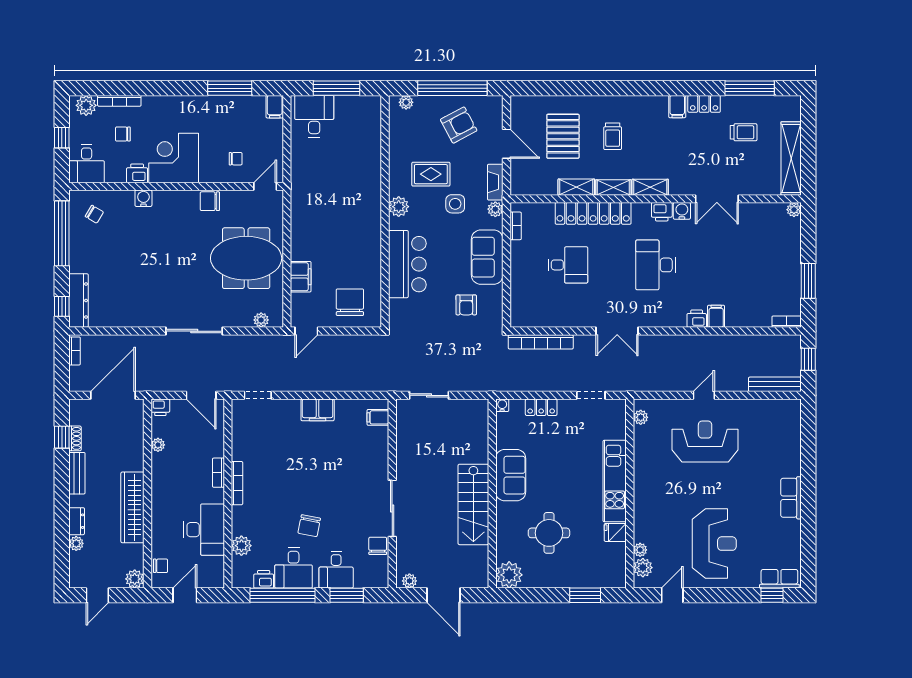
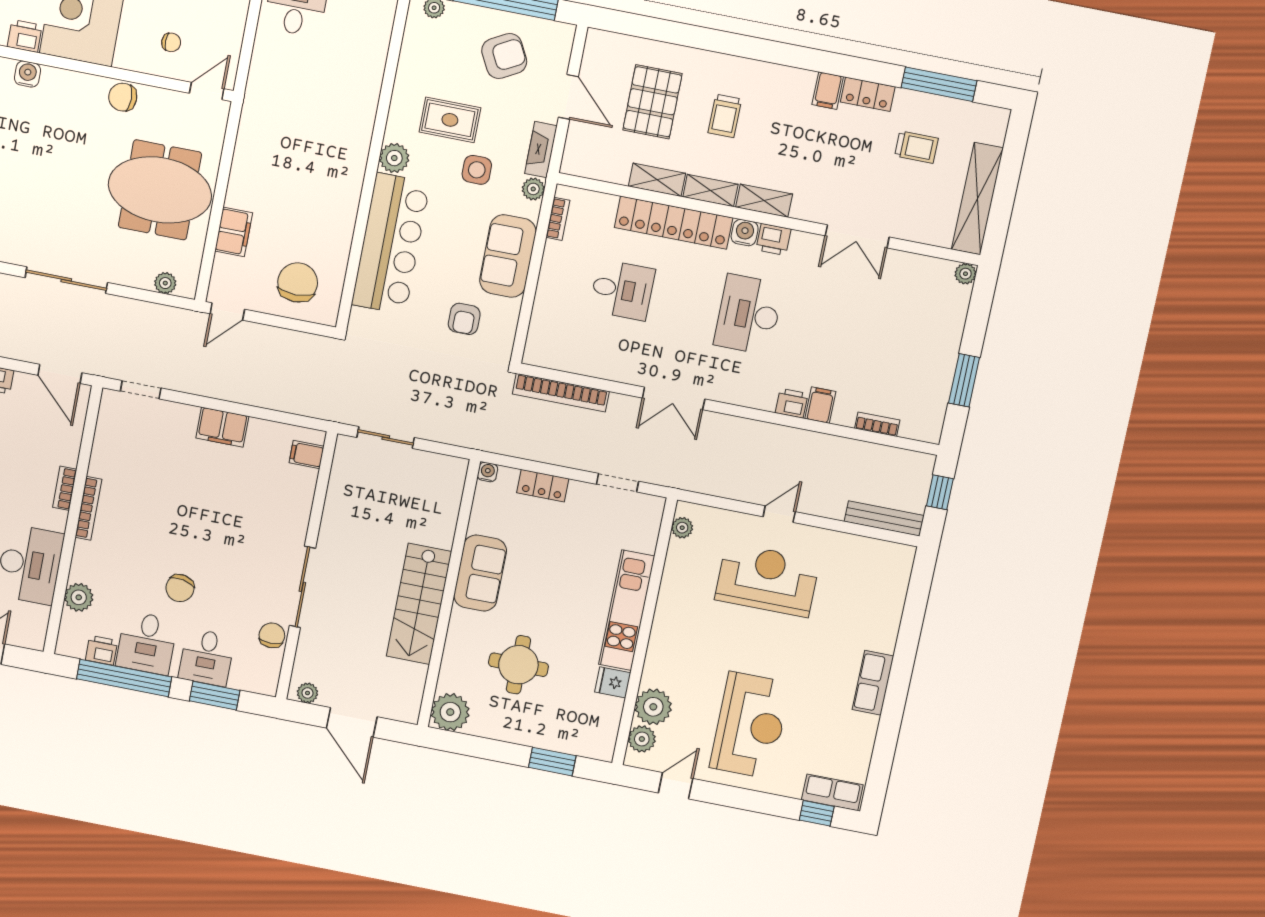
water cooler: (682, 211) -> (745, 233), moved
bar counter: (407, 264) -> (391, 244), width x1.36
bookcase: (787, 322) -> (877, 424), moved
plant: (640, 550) -> (653, 707), width x1.88, depth x1.88

